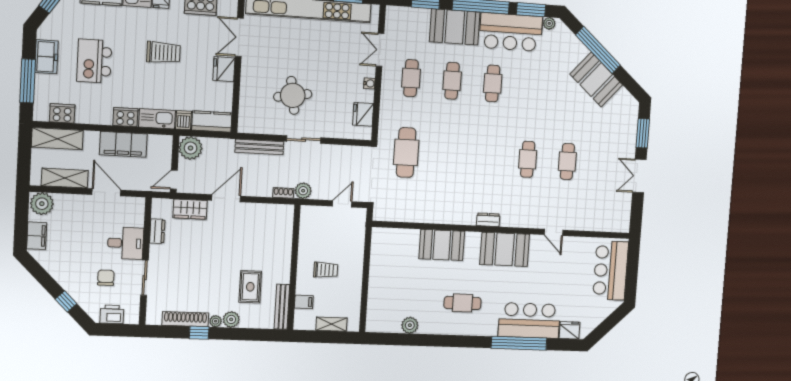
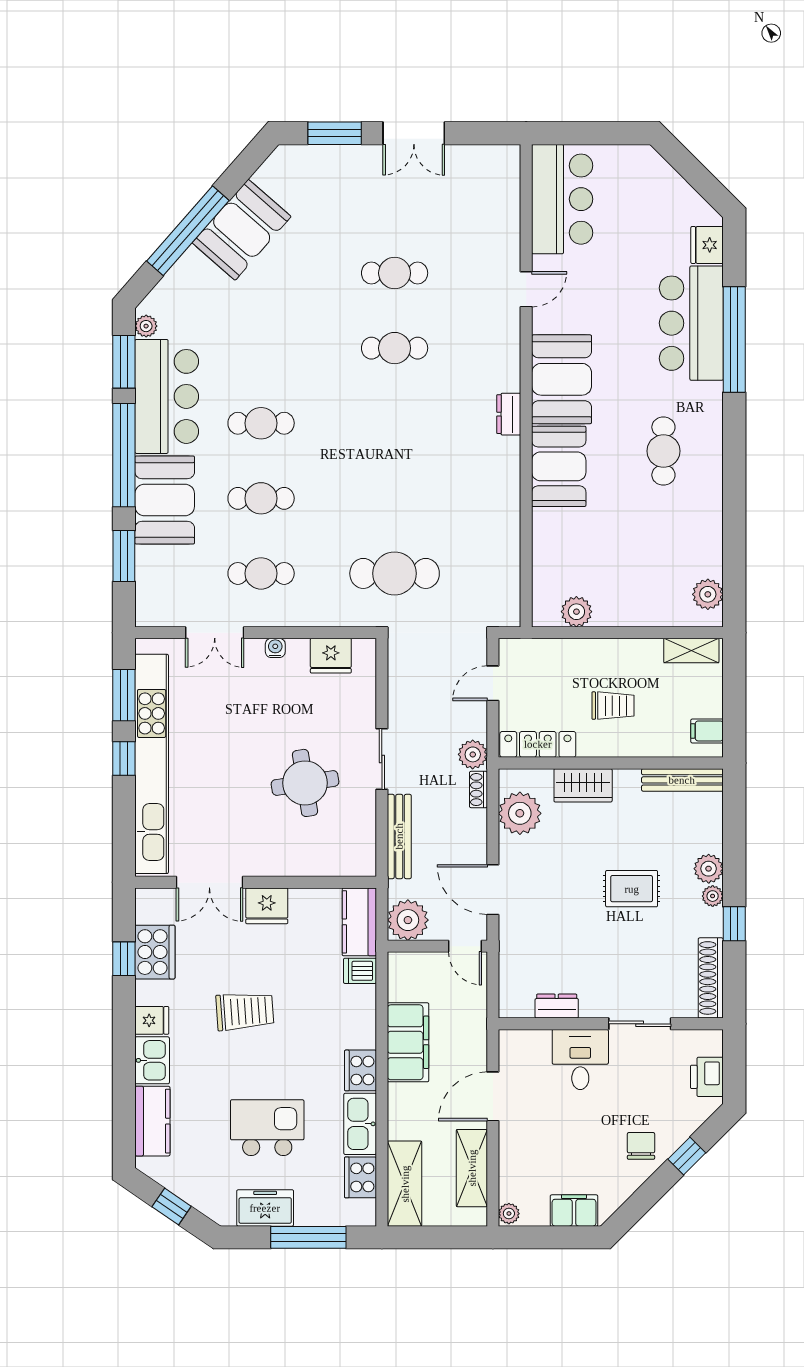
trolley: (164, 53) -> (245, 1011), turned 86
kitchen island: (94, 61) -> (267, 1128), turned 180
kitchen sink: (157, 119) -> (360, 1124), moved
filing cabinet: (123, 144) -> (408, 1042), moved
plant: (191, 148) -> (408, 920), moved
wall: (175, 164) -> (437, 946), moved
door: (174, 180) -> (465, 946), moved
plant: (42, 204) -> (509, 1214), width x0.53, depth x0.53
door: (342, 204) -> (493, 683), hinge flipped
wardrobe: (190, 209) -> (583, 785), moved, turned 90
plant: (269, 215) -> (520, 813), added
locker: (307, 227) -> (538, 744), added
booth: (442, 245) -> (559, 466), moved
plant: (379, 252) -> (576, 612), added
trolley: (326, 270) -> (613, 706), turned 90
bar counter: (611, 270) -> (562, 199), moved, turned -90
chair: (106, 278) -> (641, 1146), moved, turned 90
rug: (250, 287) -> (632, 889), moved
filing cabinet: (304, 302) -> (707, 731), moved, turned -90
shoe rack: (185, 319) -> (711, 978), moved
shelving: (331, 324) -> (691, 651), moved, turned 90
plant: (410, 325) -> (708, 594), moved

